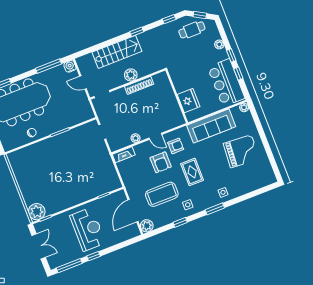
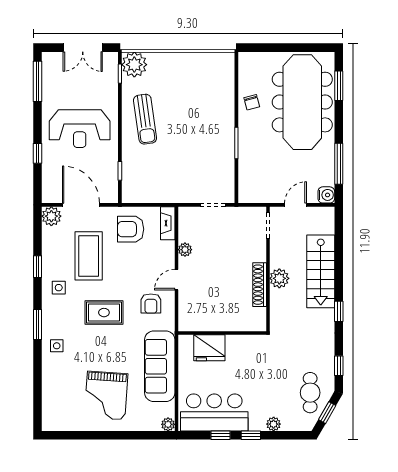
armchair: (161, 162) -> (131, 229), moved
sun lounger: (67, 192) -> (145, 119), added
window: (94, 256) -> (38, 153), moved

